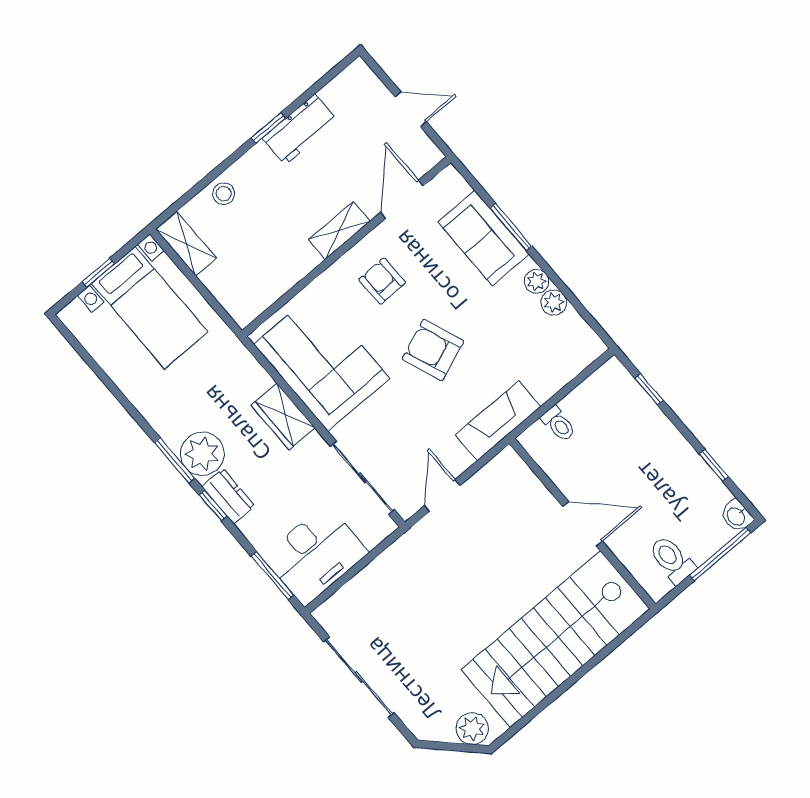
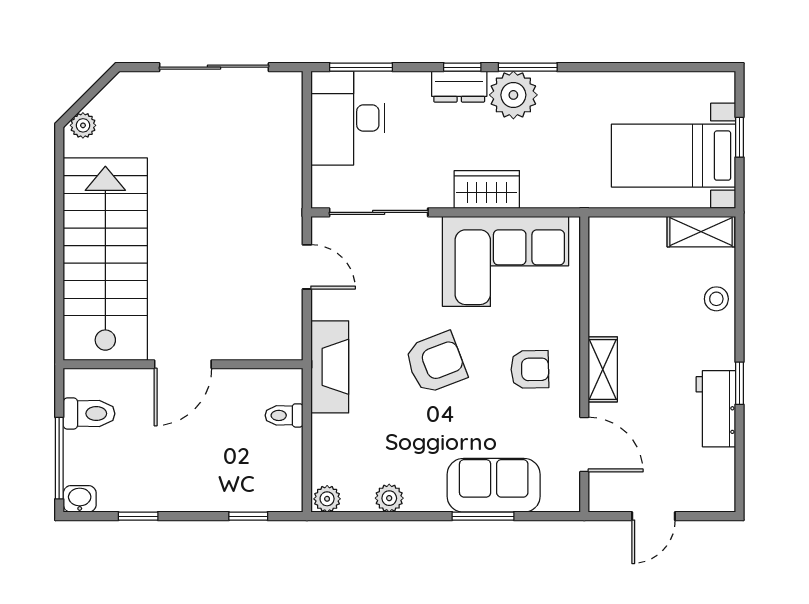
plant: (537, 281) -> (327, 499), moved
plant: (472, 729) -> (83, 125), width x0.73, depth x0.73

